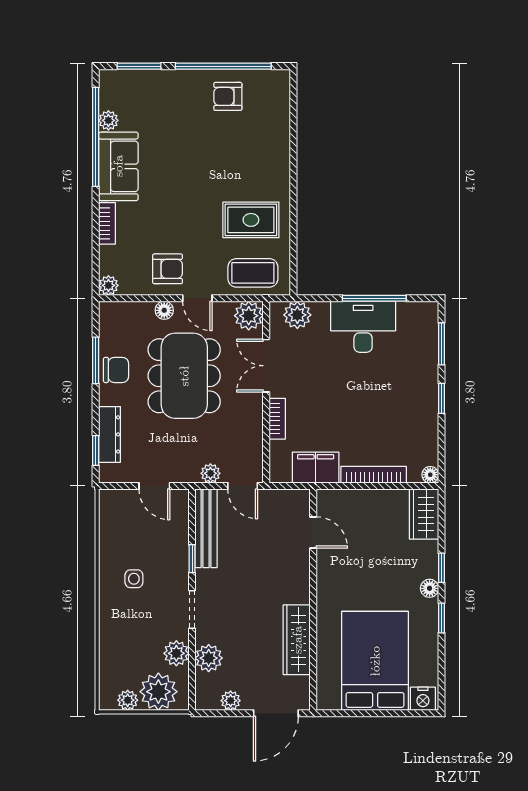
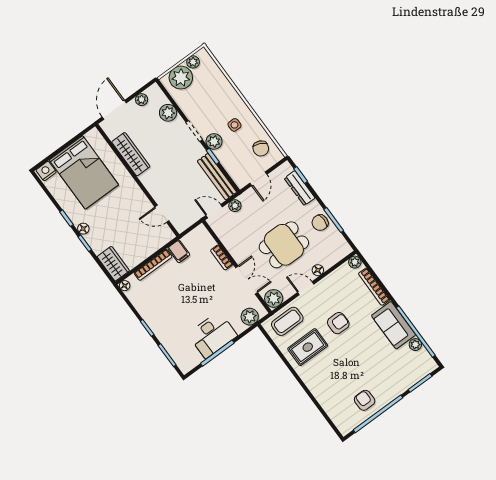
armchair: (228, 96) -> (365, 400), turned -90
bookcase: (107, 223) -> (374, 287), width x1.56
armchair: (168, 269) -> (338, 323), moved, turned 180
dining table: (184, 376) -> (284, 245), width x0.73
filing cabinet: (316, 468) -> (179, 251), width x0.50
door: (154, 486) -> (258, 179), swing flipped
chair: (122, 523) -> (261, 148), added
plant: (176, 653) -> (214, 141), moved

